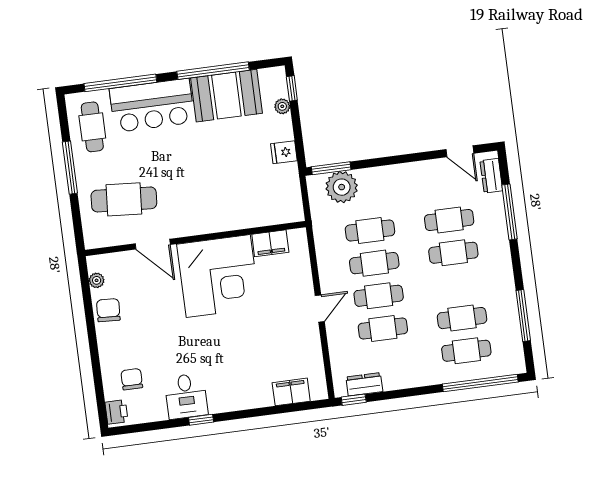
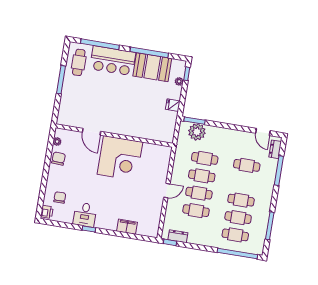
cafe table: (124, 199) -> (84, 104), removed
filing cabinet: (270, 243) -> (152, 150), removed
cafe table: (453, 253) -> (241, 200), moved
filing cabinet: (291, 392) -> (127, 227), moved

